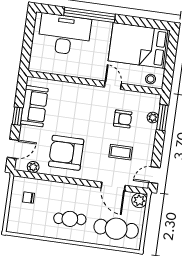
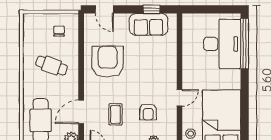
window: (90, 15) -> (245, 44), moved
window: (17, 116) -> (151, 9), moved
plant: (33, 167) -> (89, 31), removed
cafe table: (70, 219) -> (52, 66), moved, turned -65

